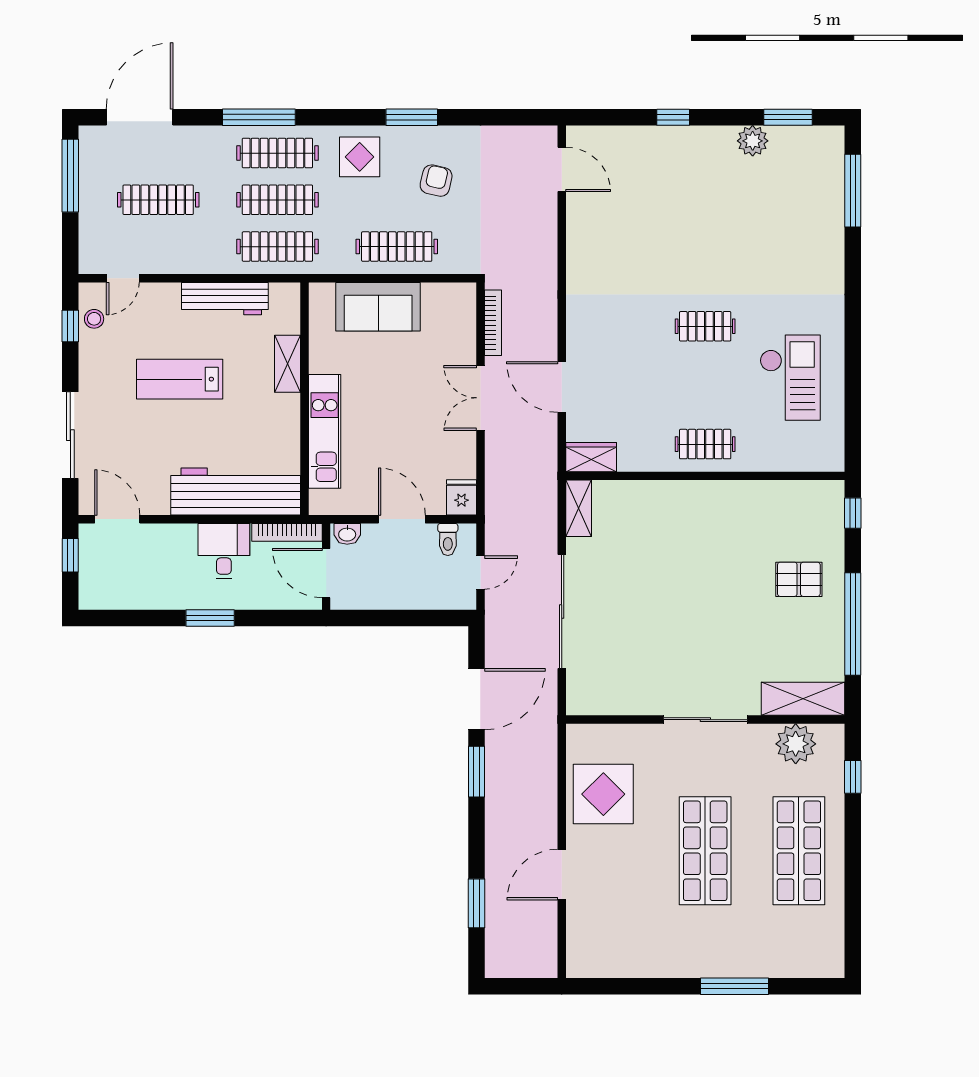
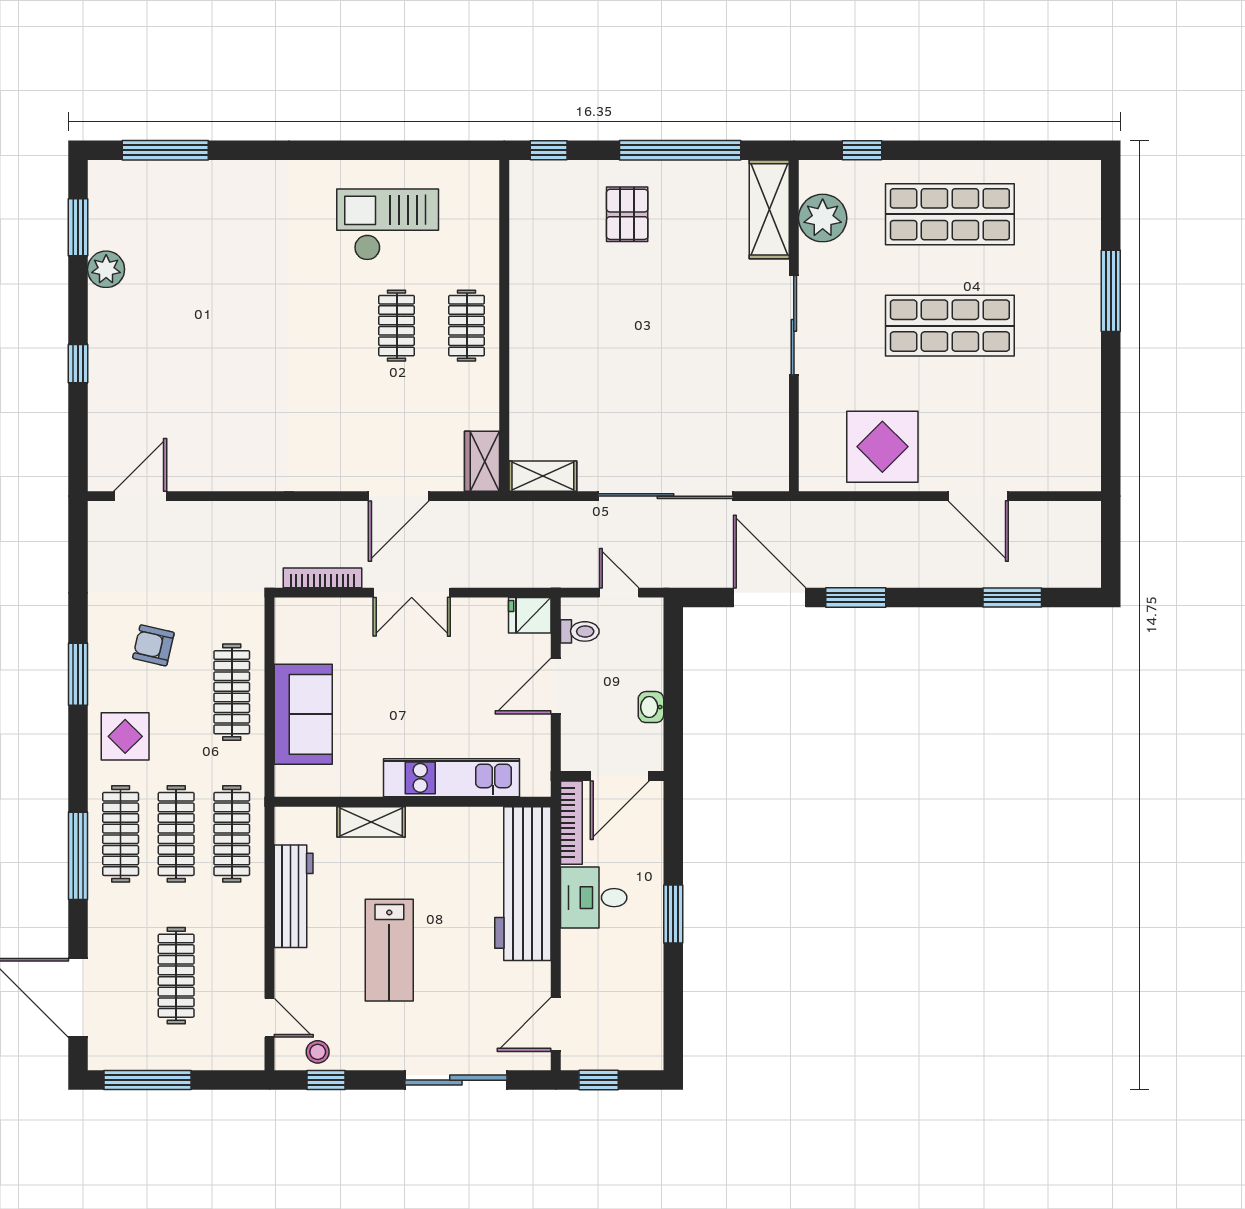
clothes rail: (705, 326) -> (397, 326), moved
washbasin: (347, 534) -> (651, 707), moved, turned 180

